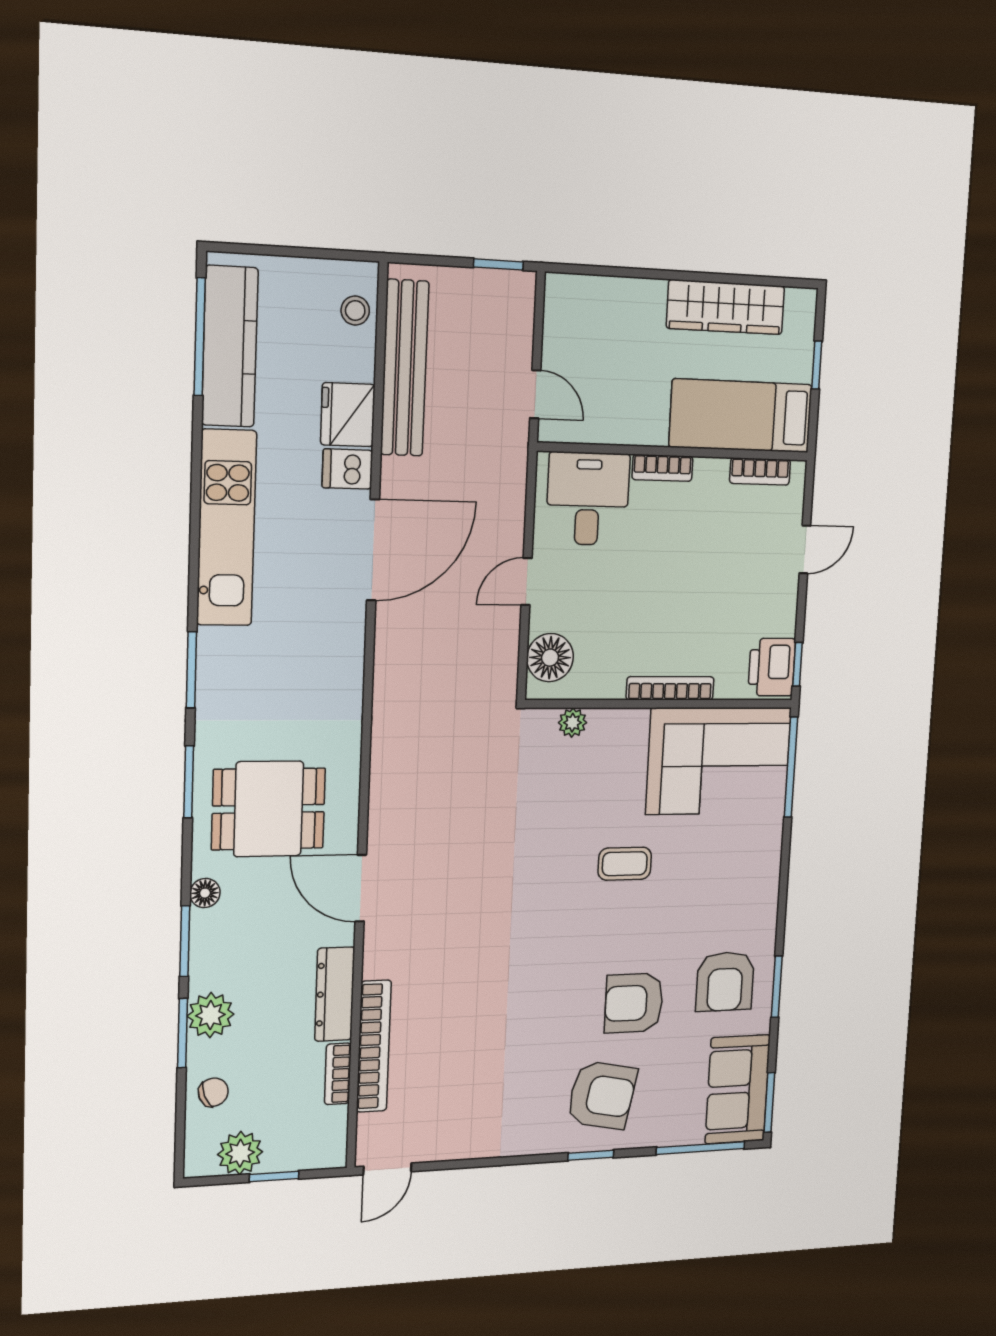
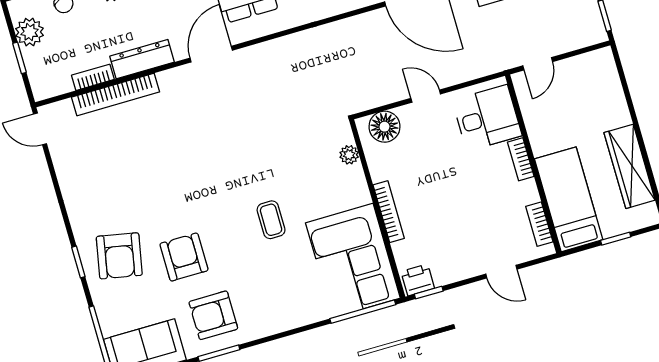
printer: (772, 667) -> (418, 280), width x0.73, depth x0.81

